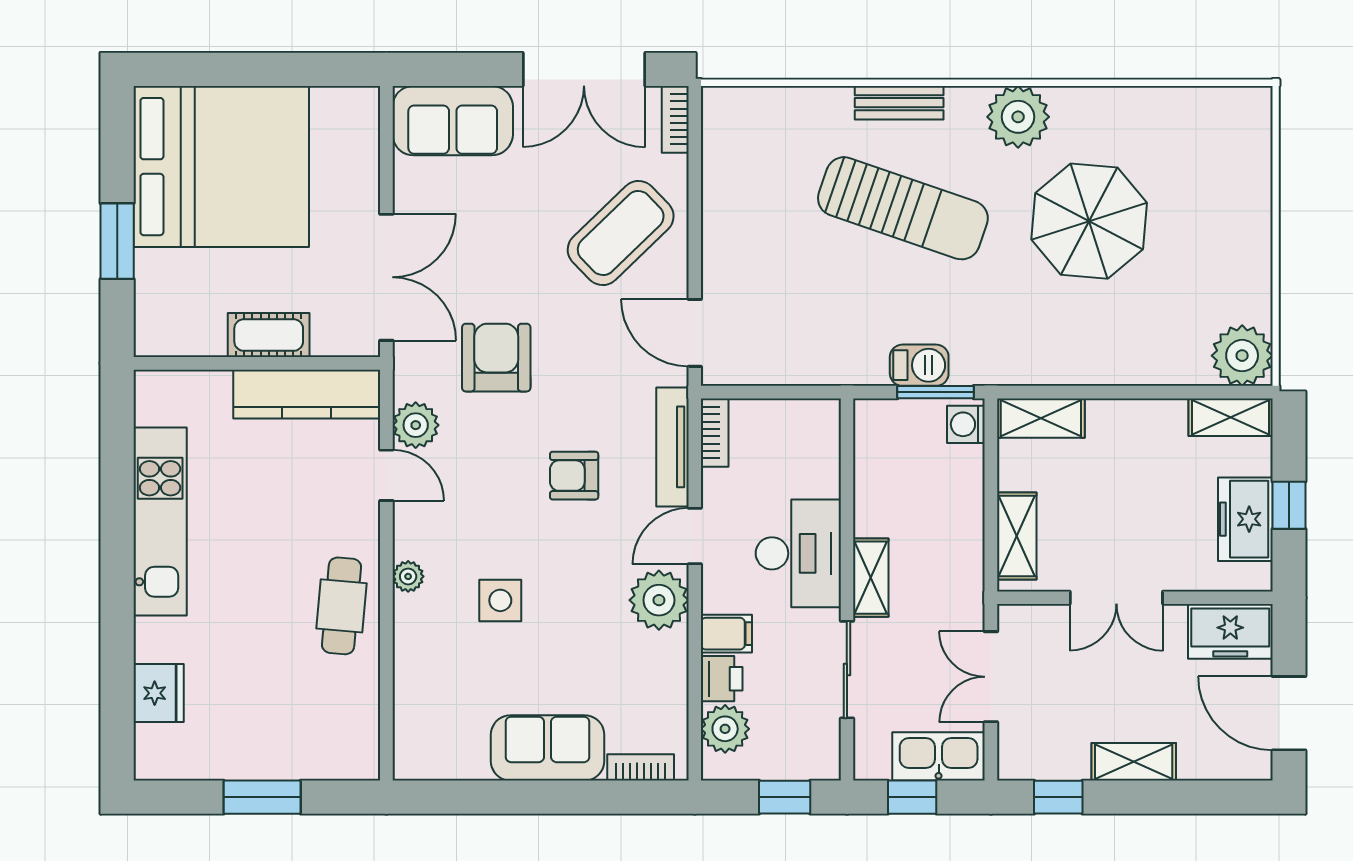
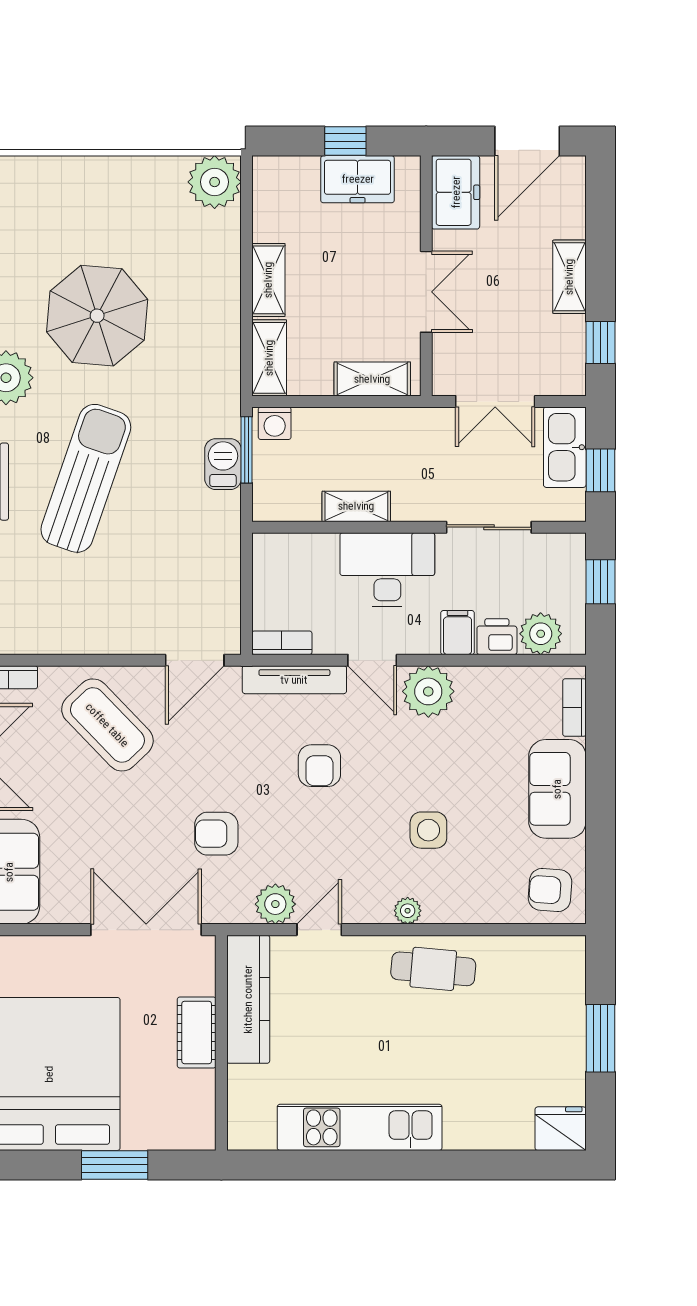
armchair: (496, 358) -> (216, 834), width x0.72, depth x0.72
shelving: (1231, 417) -> (268, 280), moved
shelving: (871, 578) -> (356, 506), moved
fridge: (159, 693) -> (561, 1129), moved
armchair: (432, 740) -> (550, 890), added

